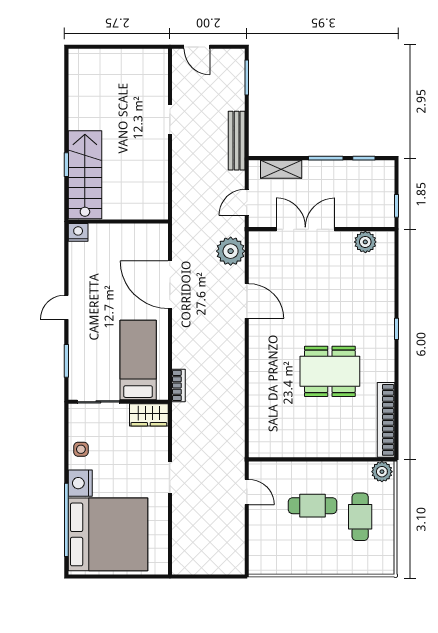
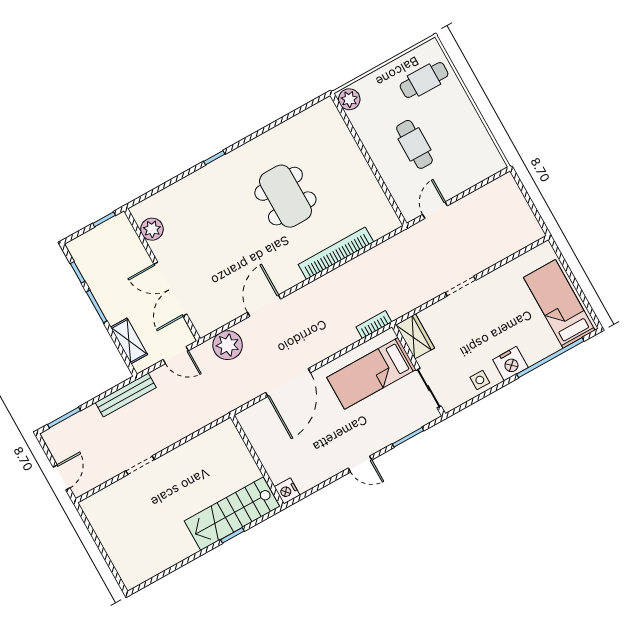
bookcase: (386, 420) -> (336, 253), moved, turned 180
cafe table: (360, 517) -> (424, 80), moved
bed: (108, 534) -> (559, 304), width x0.49

